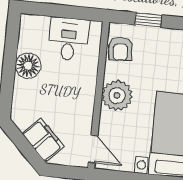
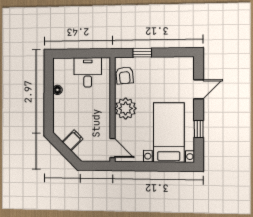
floor lamp: (28, 66) -> (57, 90), width x0.53, depth x0.53
filing cabinet: (43, 140) -> (73, 140), width x0.50

